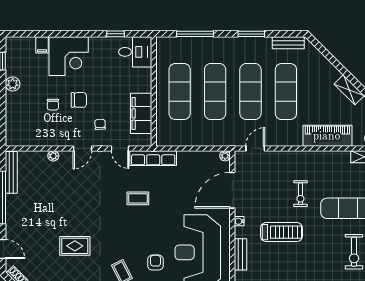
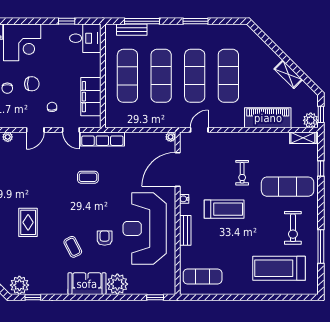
bench: (288, 43) -> (132, 30), moved
rug: (75, 246) -> (28, 222), turned 90

